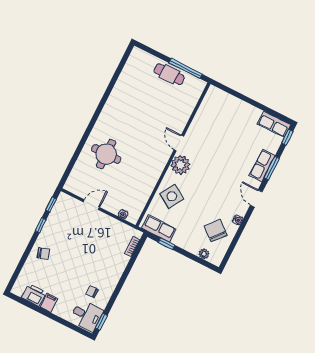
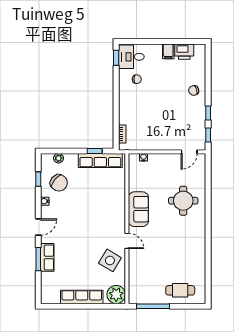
cafe table: (169, 74) -> (180, 290), moved
row of seats: (274, 124) -> (82, 297), moved, width x1.48
window: (287, 137) -> (38, 179), moved
plant: (180, 165) -> (116, 294), moved
sofa: (153, 168) -> (138, 209), added
side table: (172, 196) -> (110, 260), moved
door: (256, 199) -> (38, 227), hinge flipped
door: (91, 205) -> (189, 152), moved
row of seats: (159, 229) -> (100, 160), width x1.48

